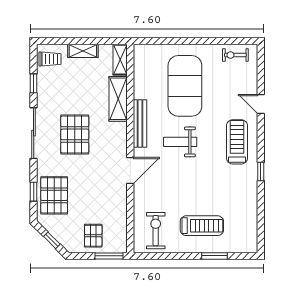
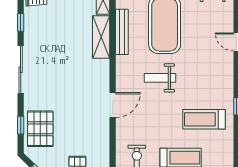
bench: (140, 124) -> (122, 32), moved
pallet: (75, 134) -> (60, 71), removed
treadmill: (237, 142) -> (204, 119), moved, turned -90

